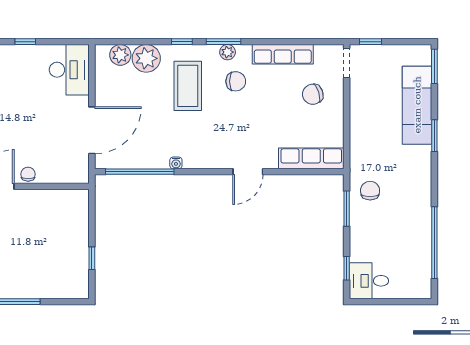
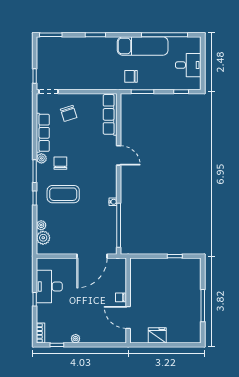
plant: (228, 52) -> (41, 158), moved
plant: (146, 58) -> (41, 225), width x0.53, depth x0.53
desk: (69, 70) -> (49, 286), moved, turned -90
exam couch: (417, 105) -> (143, 46), moved
door: (92, 130) -> (92, 256), swing flipped
desk: (369, 281) -> (188, 65), moved, turned -90

